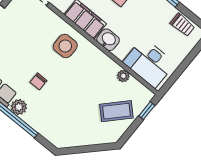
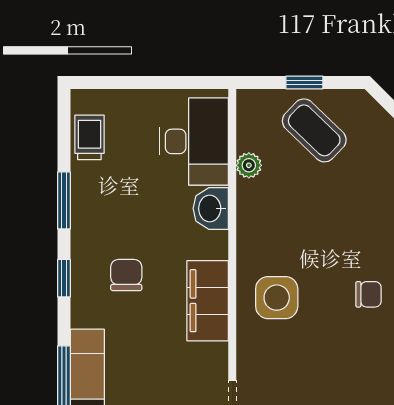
washbasin: (108, 40) -> (211, 208), moved
window: (147, 111) -> (304, 82), moved

